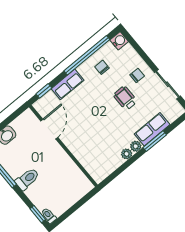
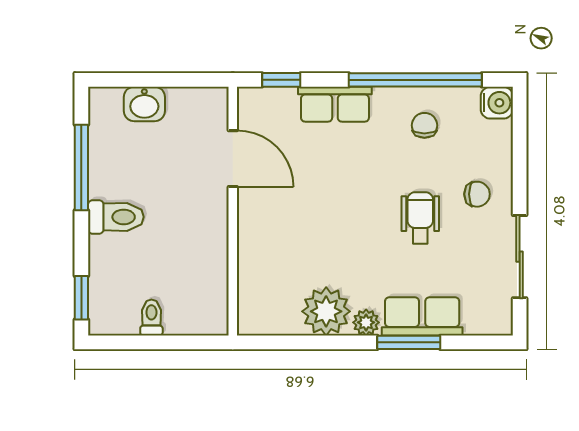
door: (49, 129) -> (233, 159), hinge flipped
plant: (127, 154) -> (326, 311), width x1.88, depth x1.88
toilet: (49, 216) -> (151, 317), moved

